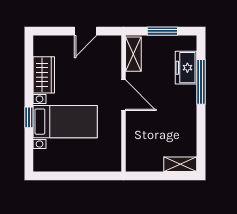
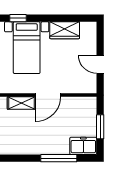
shelving: (133, 54) -> (21, 103), moved
freezer: (186, 68) -> (83, 146), moved
window: (29, 117) -> (18, 18), moved

